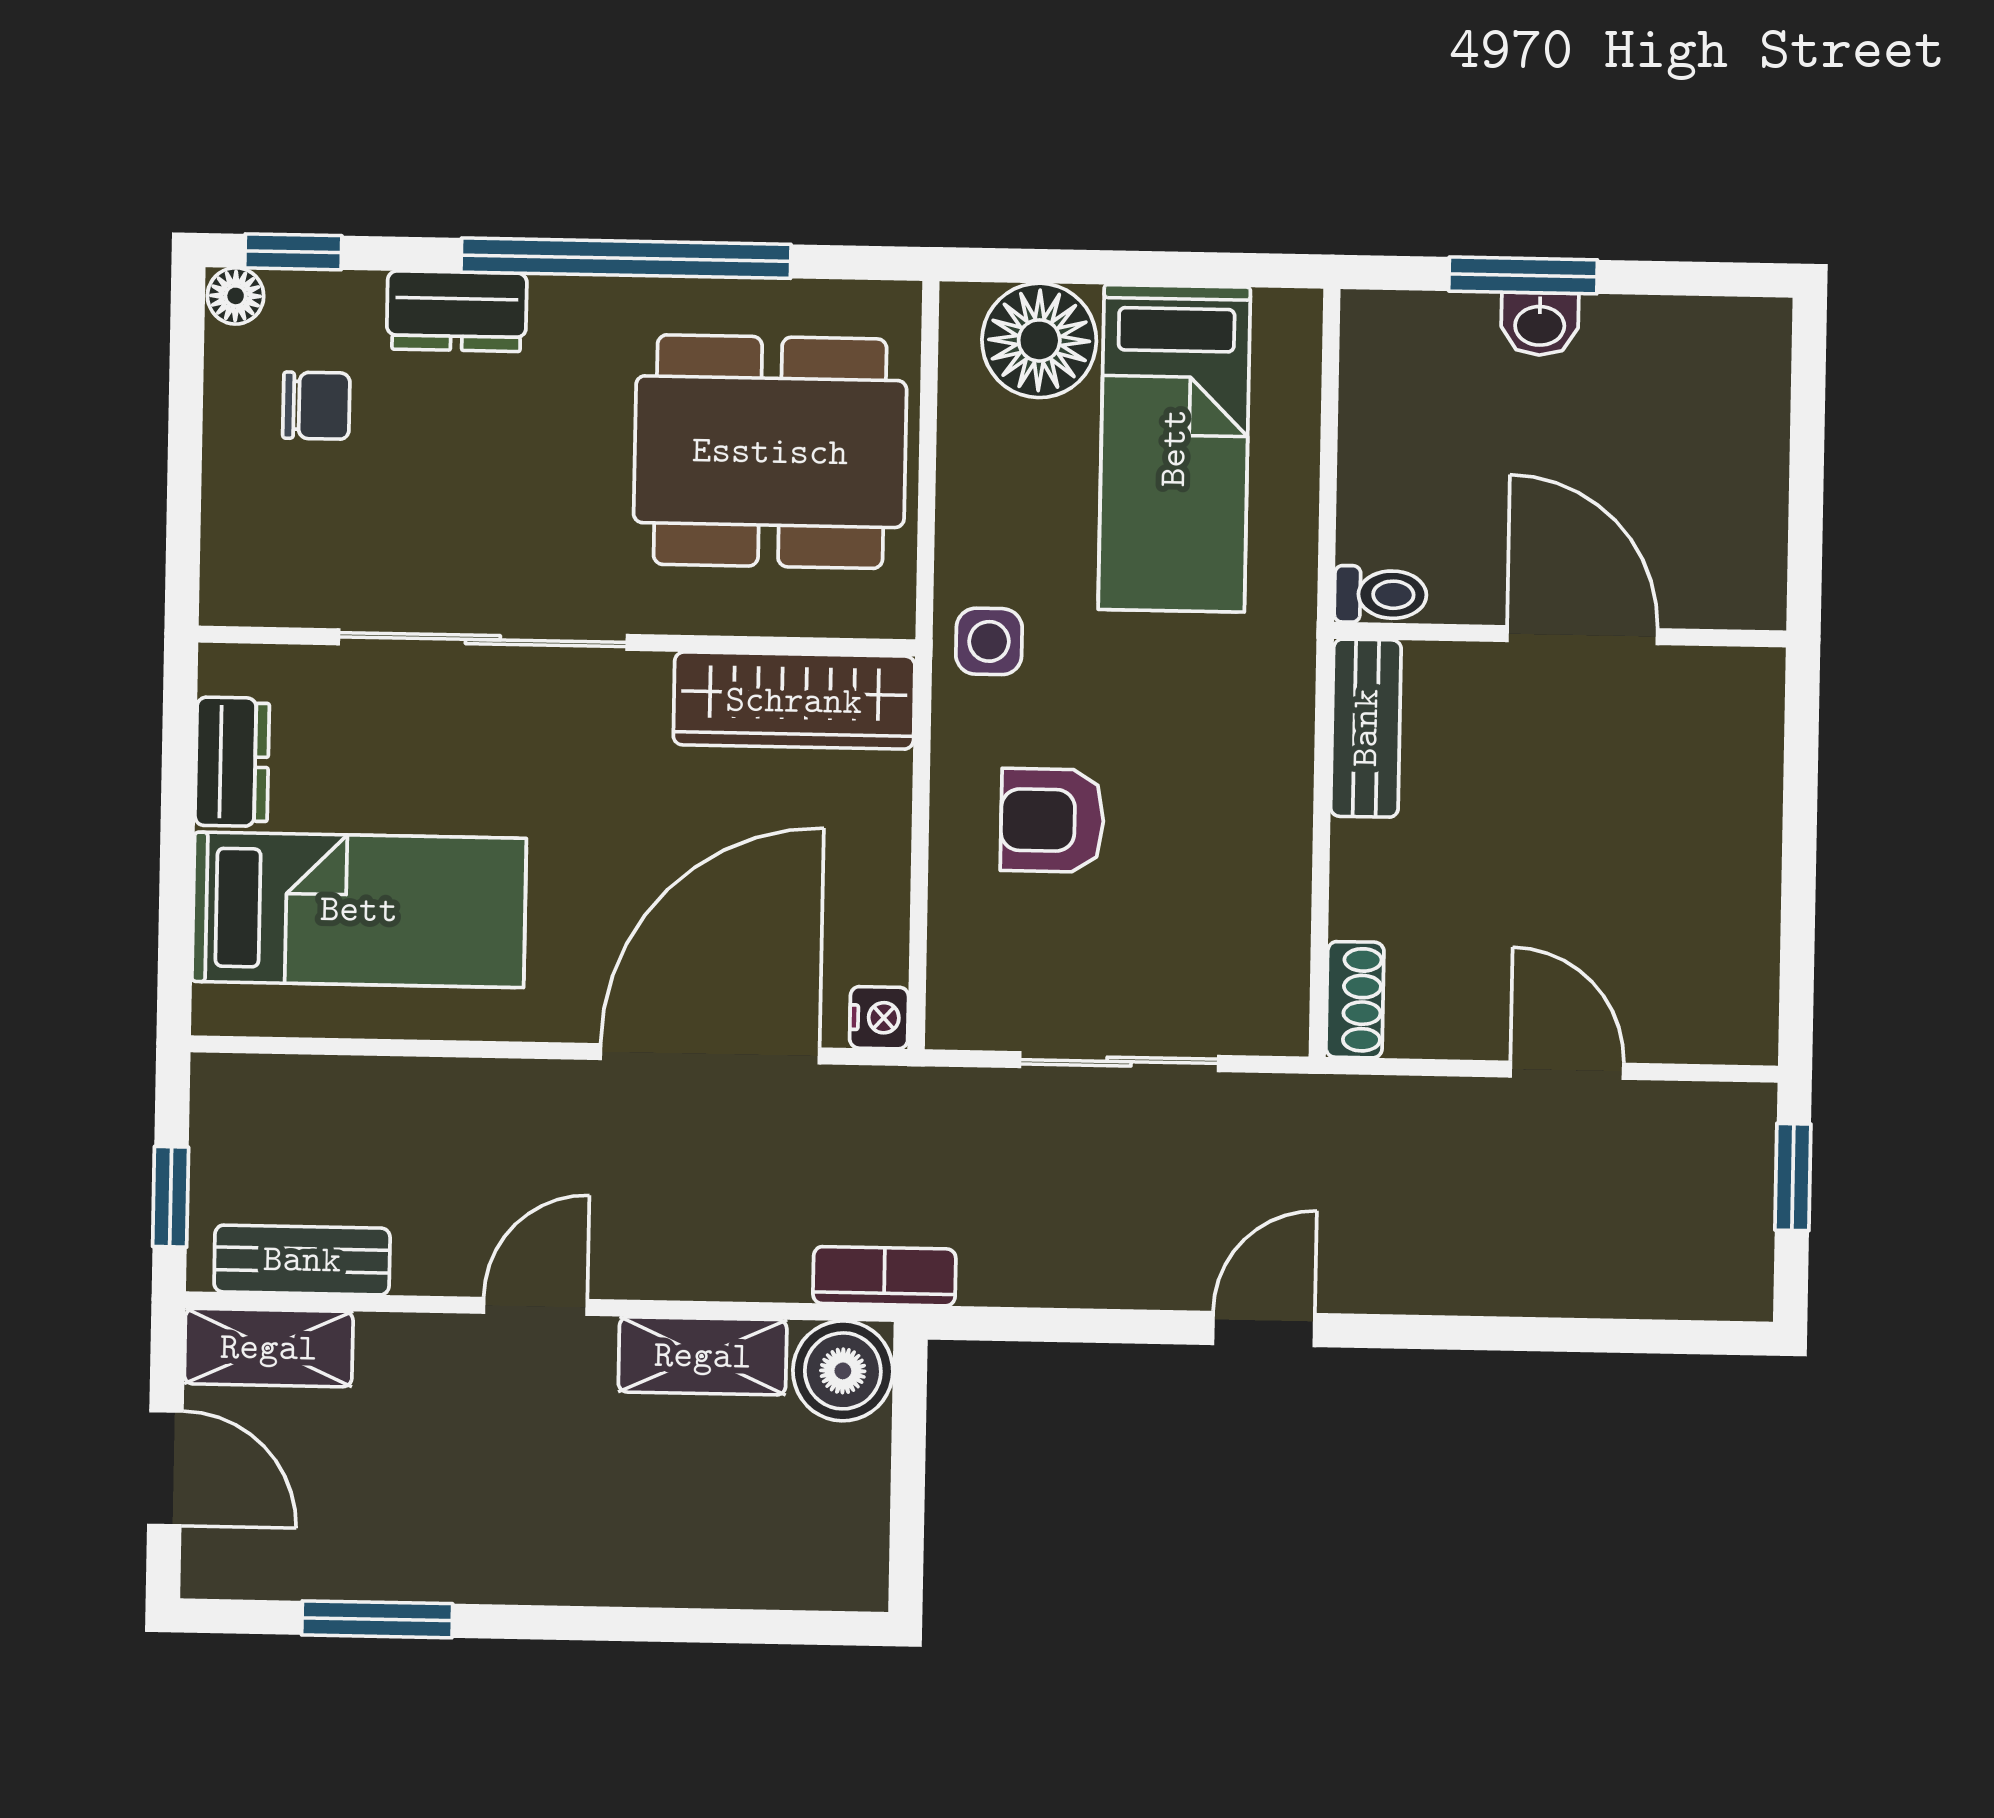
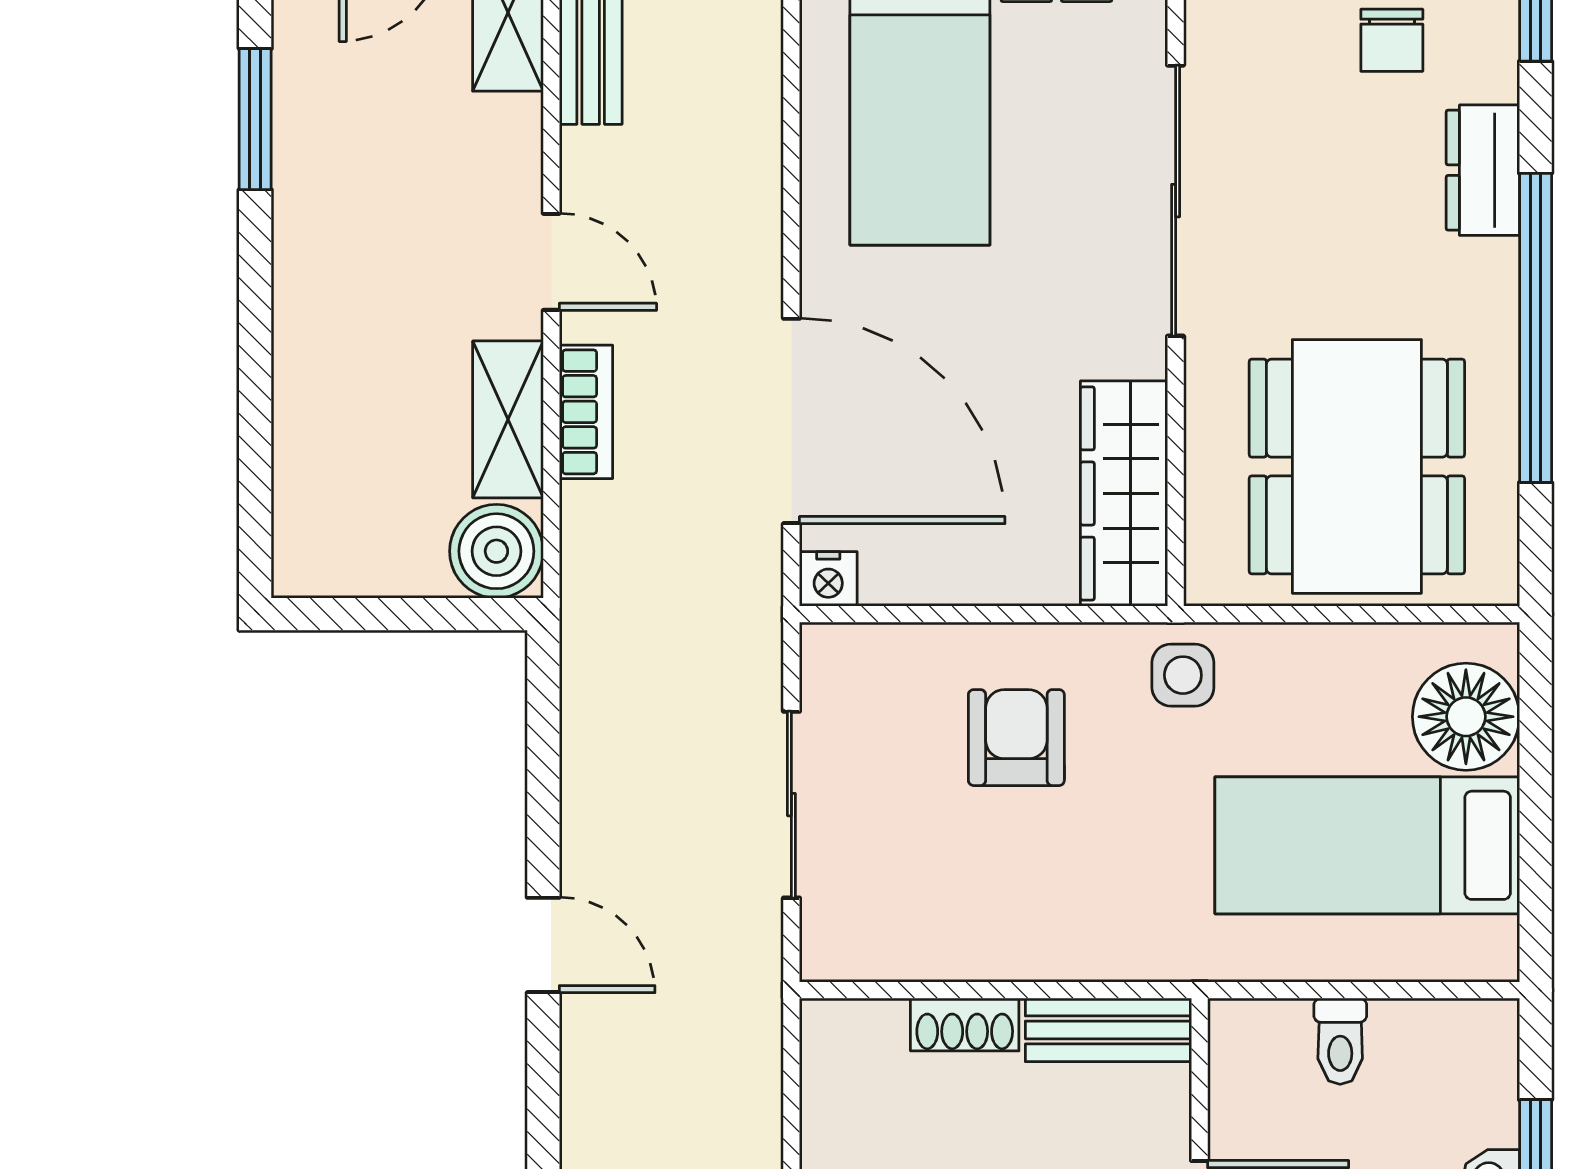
toilet: (1381, 594) -> (1340, 1041), moved
shoe rack: (1355, 1000) -> (965, 1025), moved
bookcase: (884, 1276) -> (586, 412), moved

